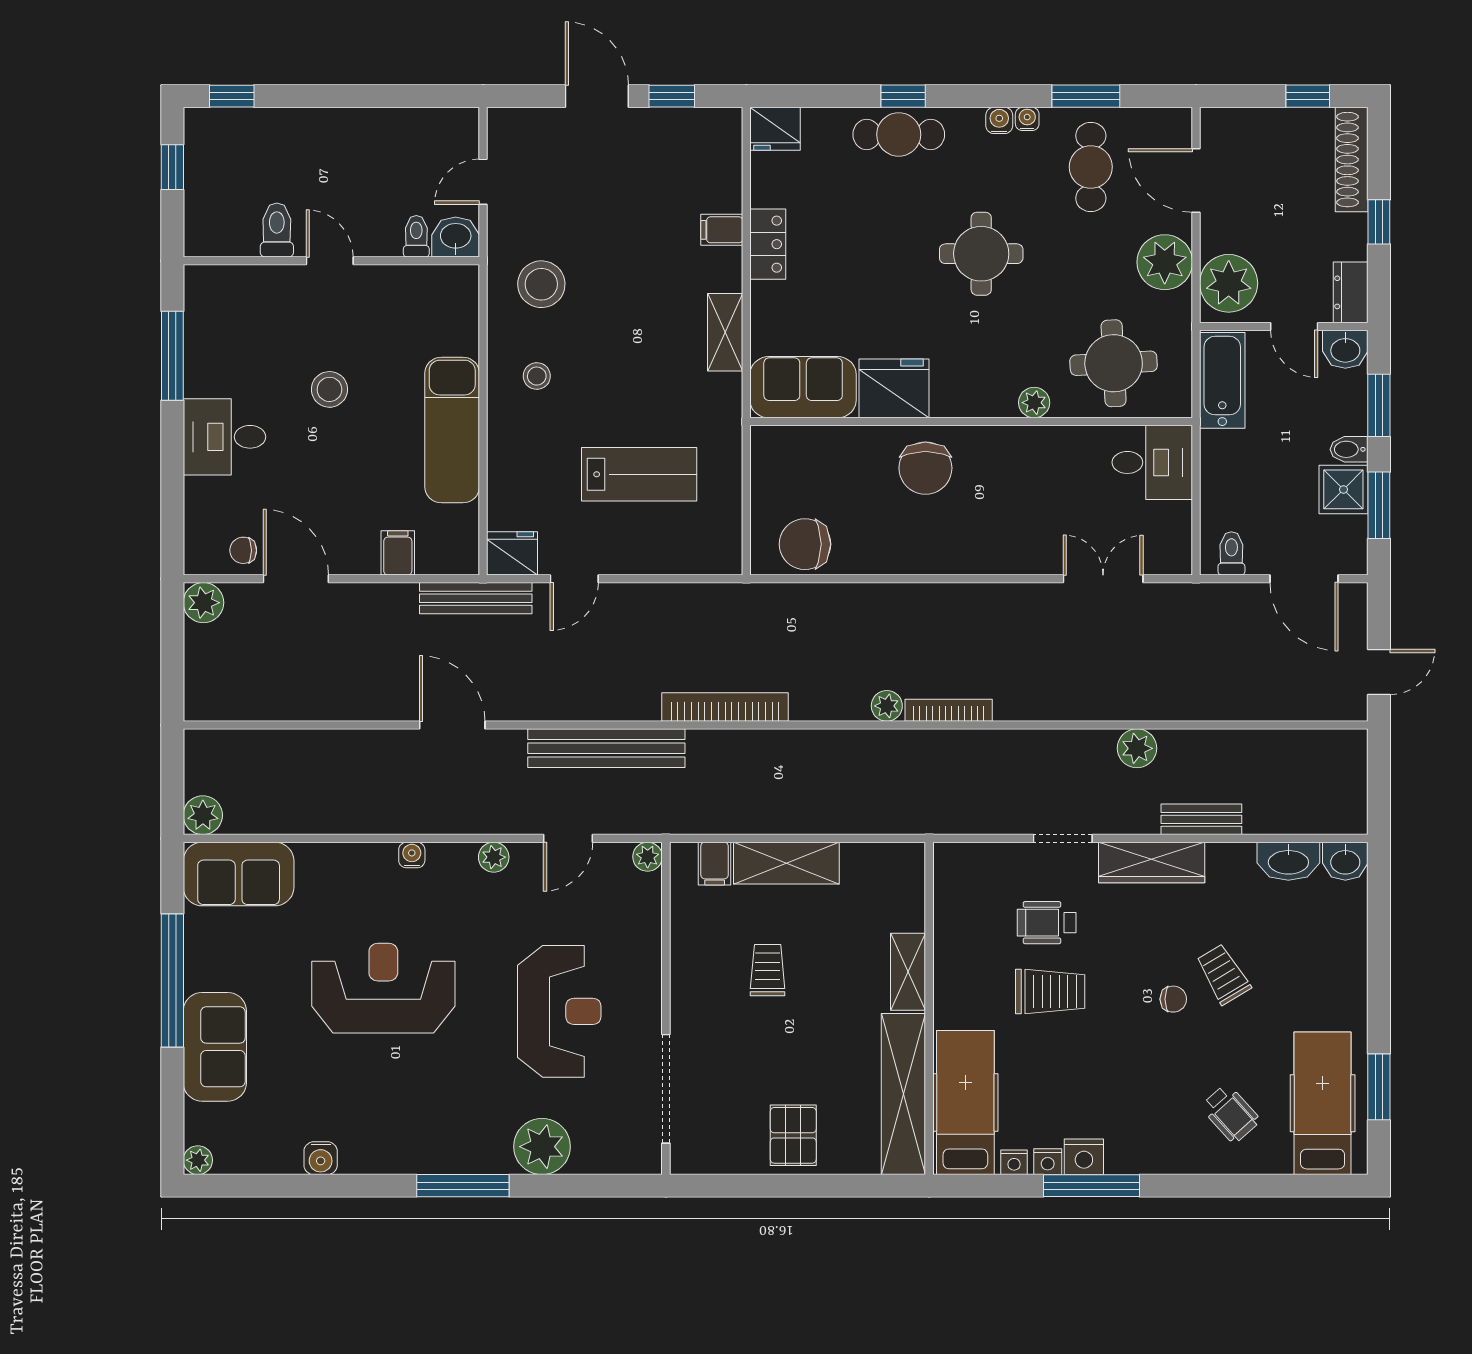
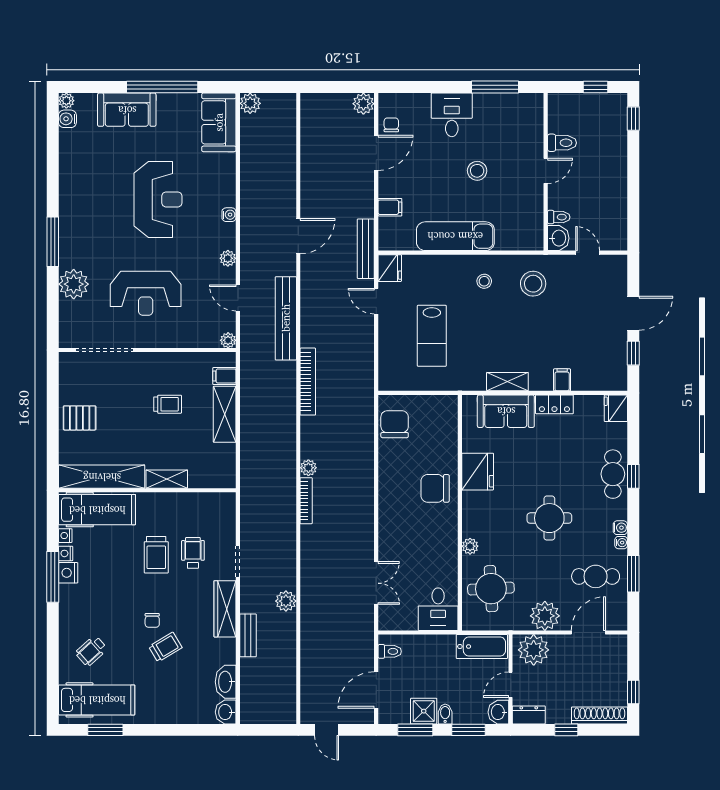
sofa: (803, 387) -> (506, 411), moved, turned 90
water cooler: (321, 1158) -> (67, 119), moved

